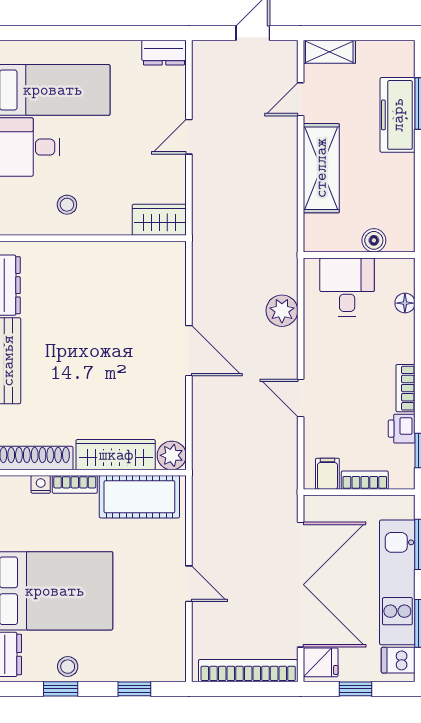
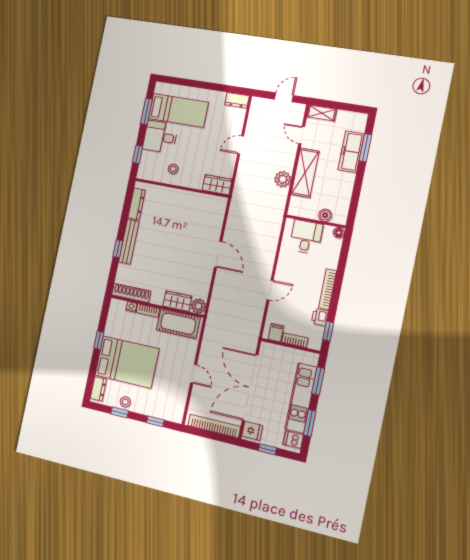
door: (301, 99) -> (302, 135), hinge flipped
floor lamp: (405, 303) -> (339, 233), moved
plant: (282, 311) -> (283, 179), moved
bookcase: (405, 388) -> (328, 289), width x1.56
door: (301, 398) -> (270, 290), swing flipped
wardrobe: (116, 455) -> (177, 301), width x0.67
double door: (301, 585) -> (250, 387), swing flipped

